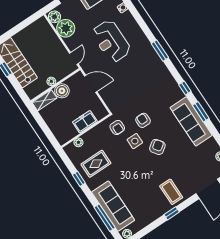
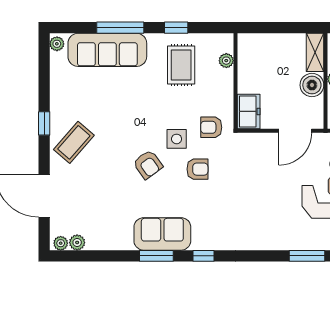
window: (160, 51) -> (307, 256), moved
sofa: (191, 121) -> (162, 234), width x0.73
freezer: (85, 122) -> (249, 111), moved
coffee table: (171, 192) -> (74, 142), turned -49
window: (105, 218) -> (120, 28), moved

